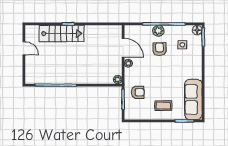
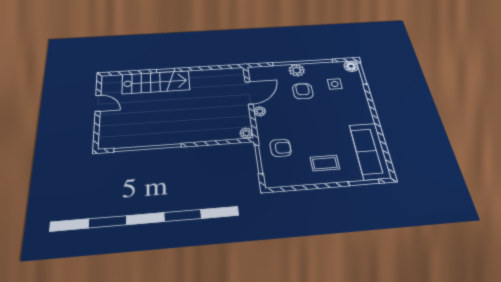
door: (123, 48) -> (249, 93), hinge flipped

